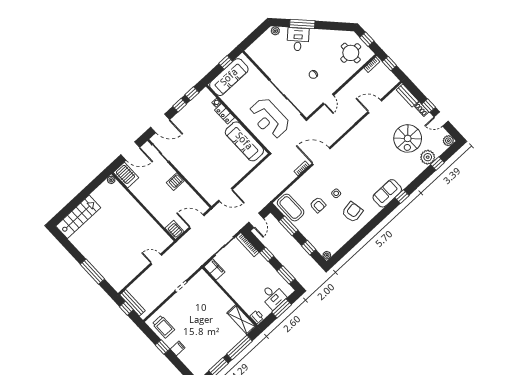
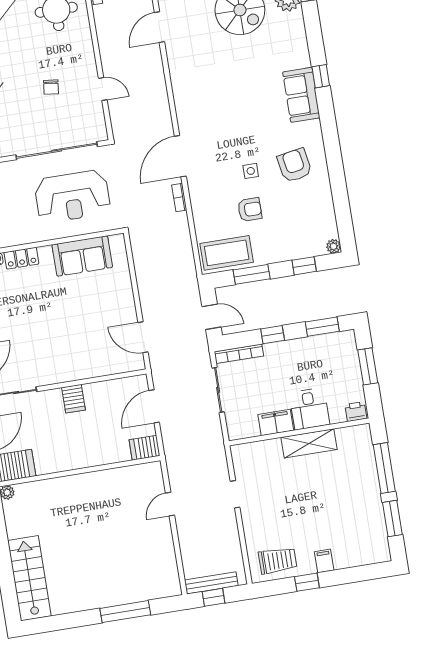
sofa: (244, 141) -> (82, 256), width x0.73
door: (225, 195) -> (143, 337), swing flipped
filing cabinet: (214, 269) -> (276, 422), moved
desk: (273, 296) -> (309, 409), moved, turned 90
shelving: (241, 320) -> (309, 443), moved

